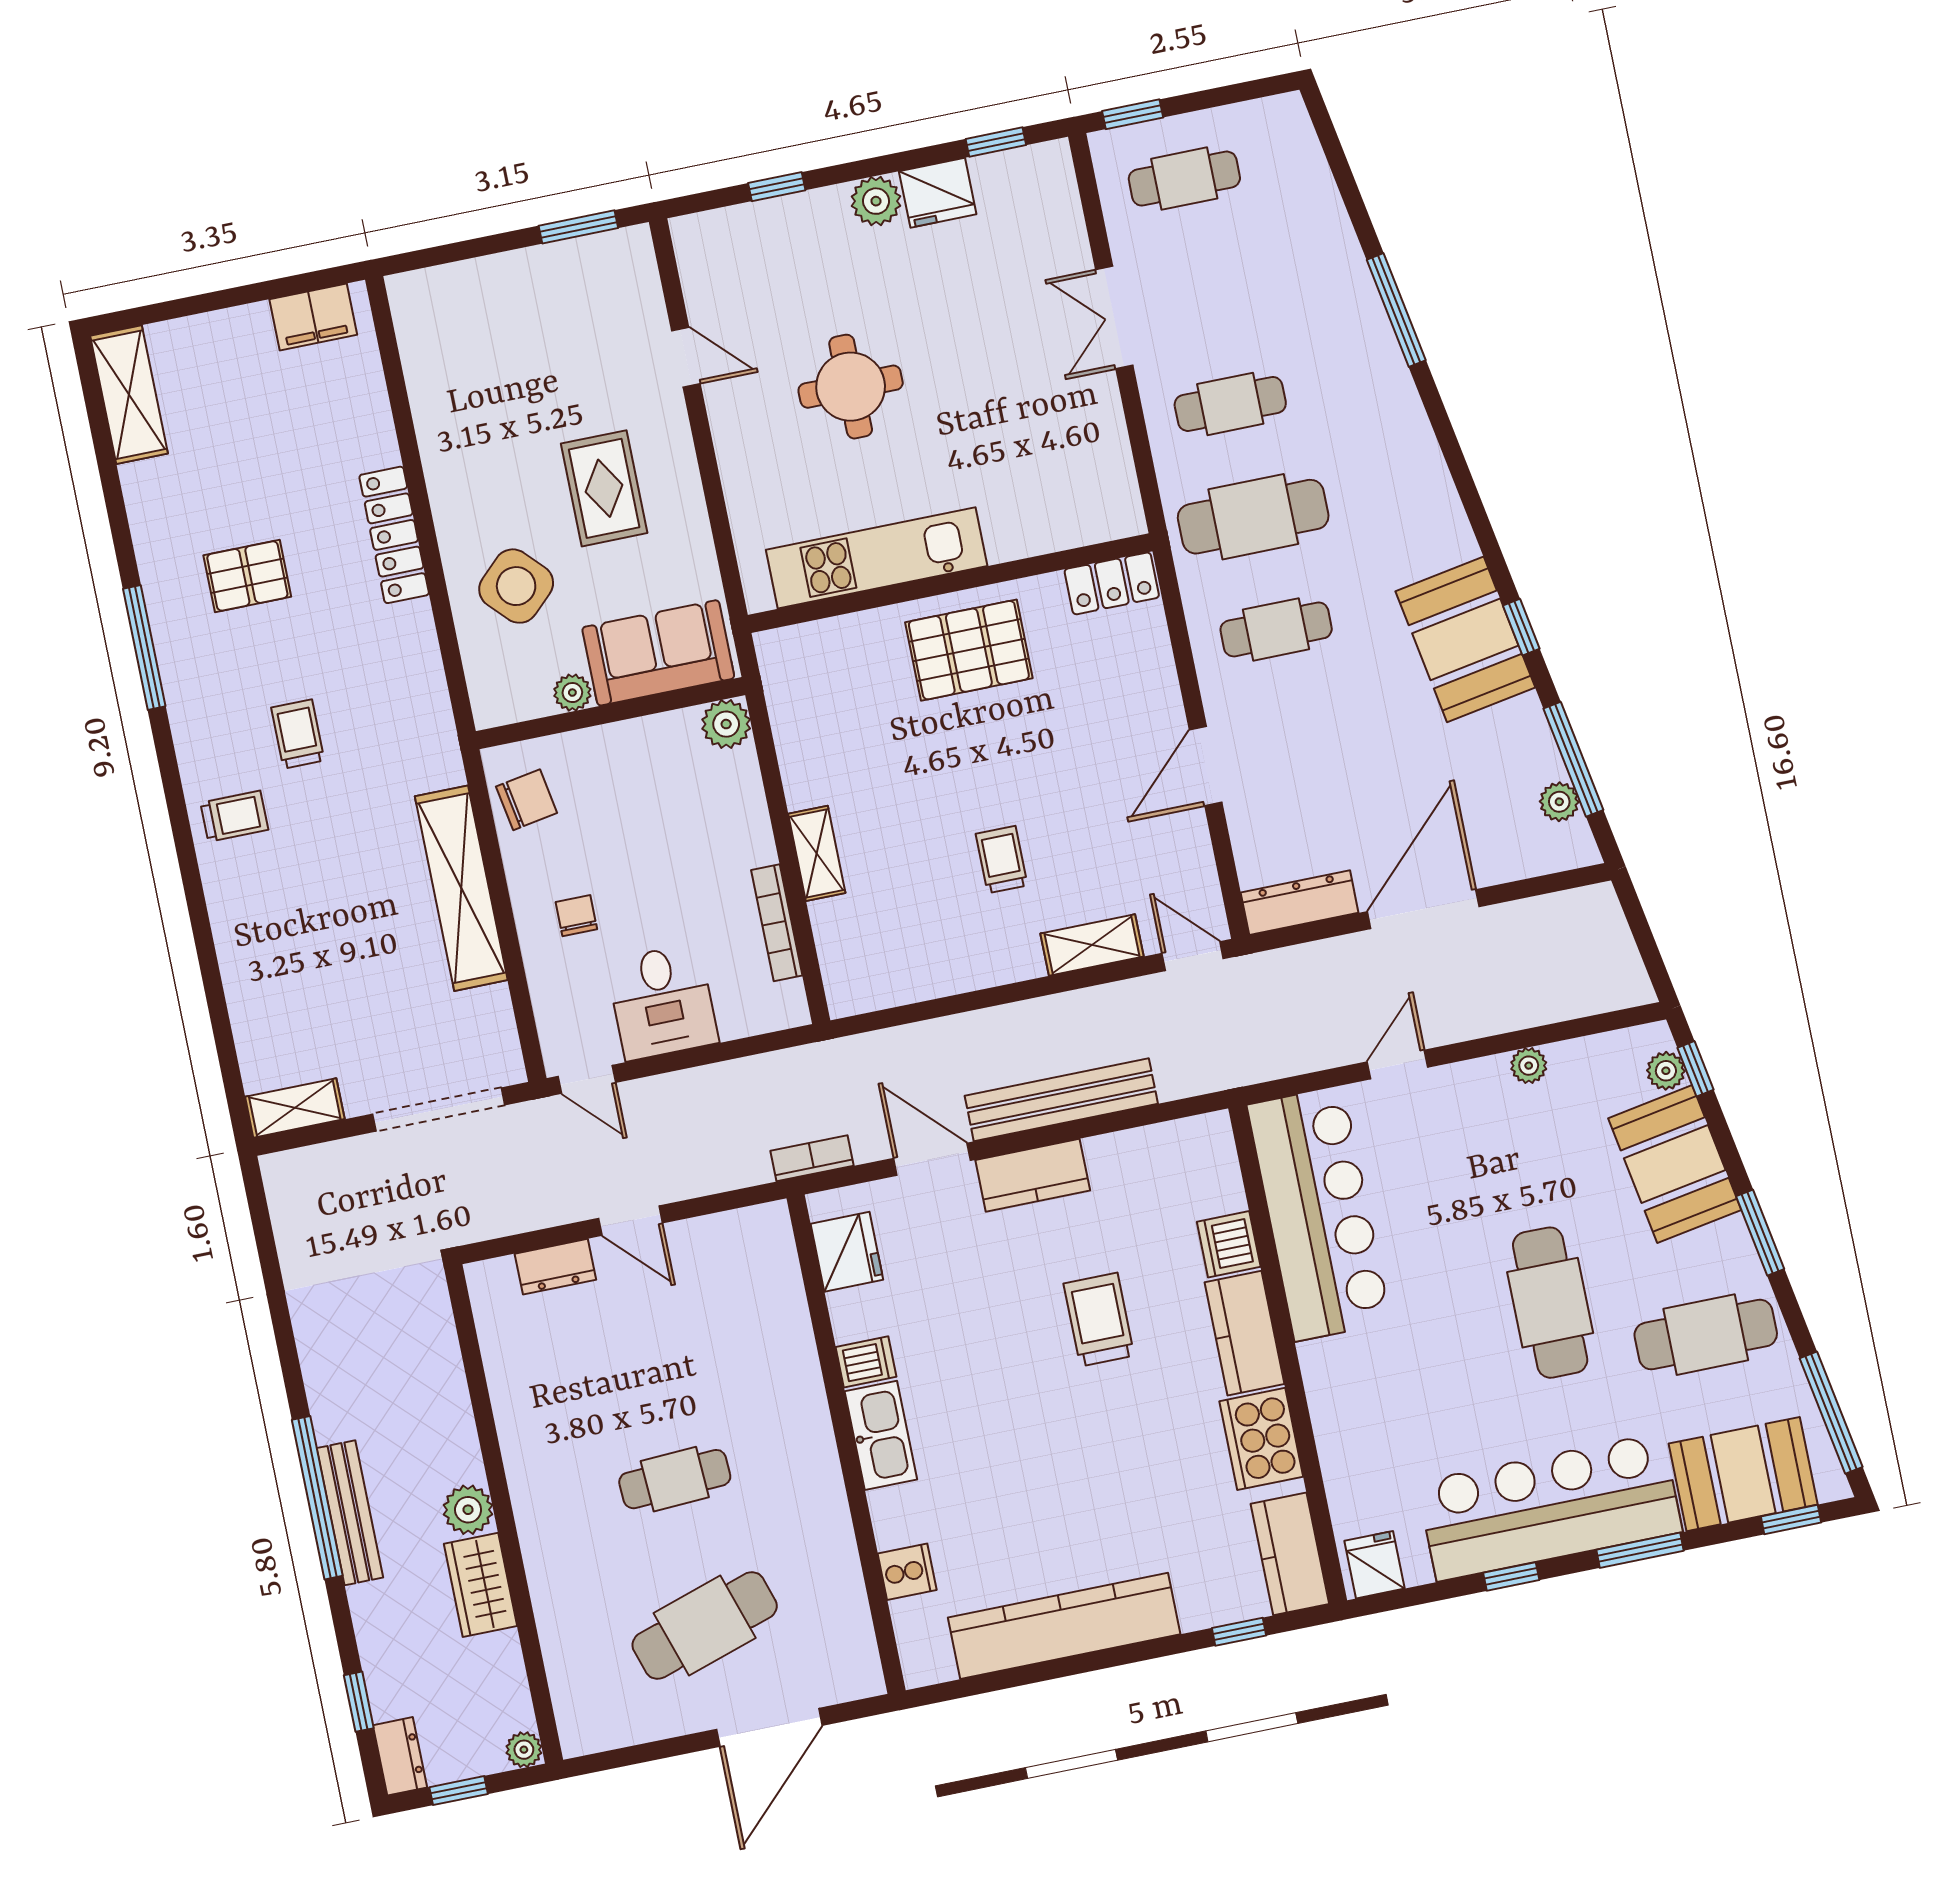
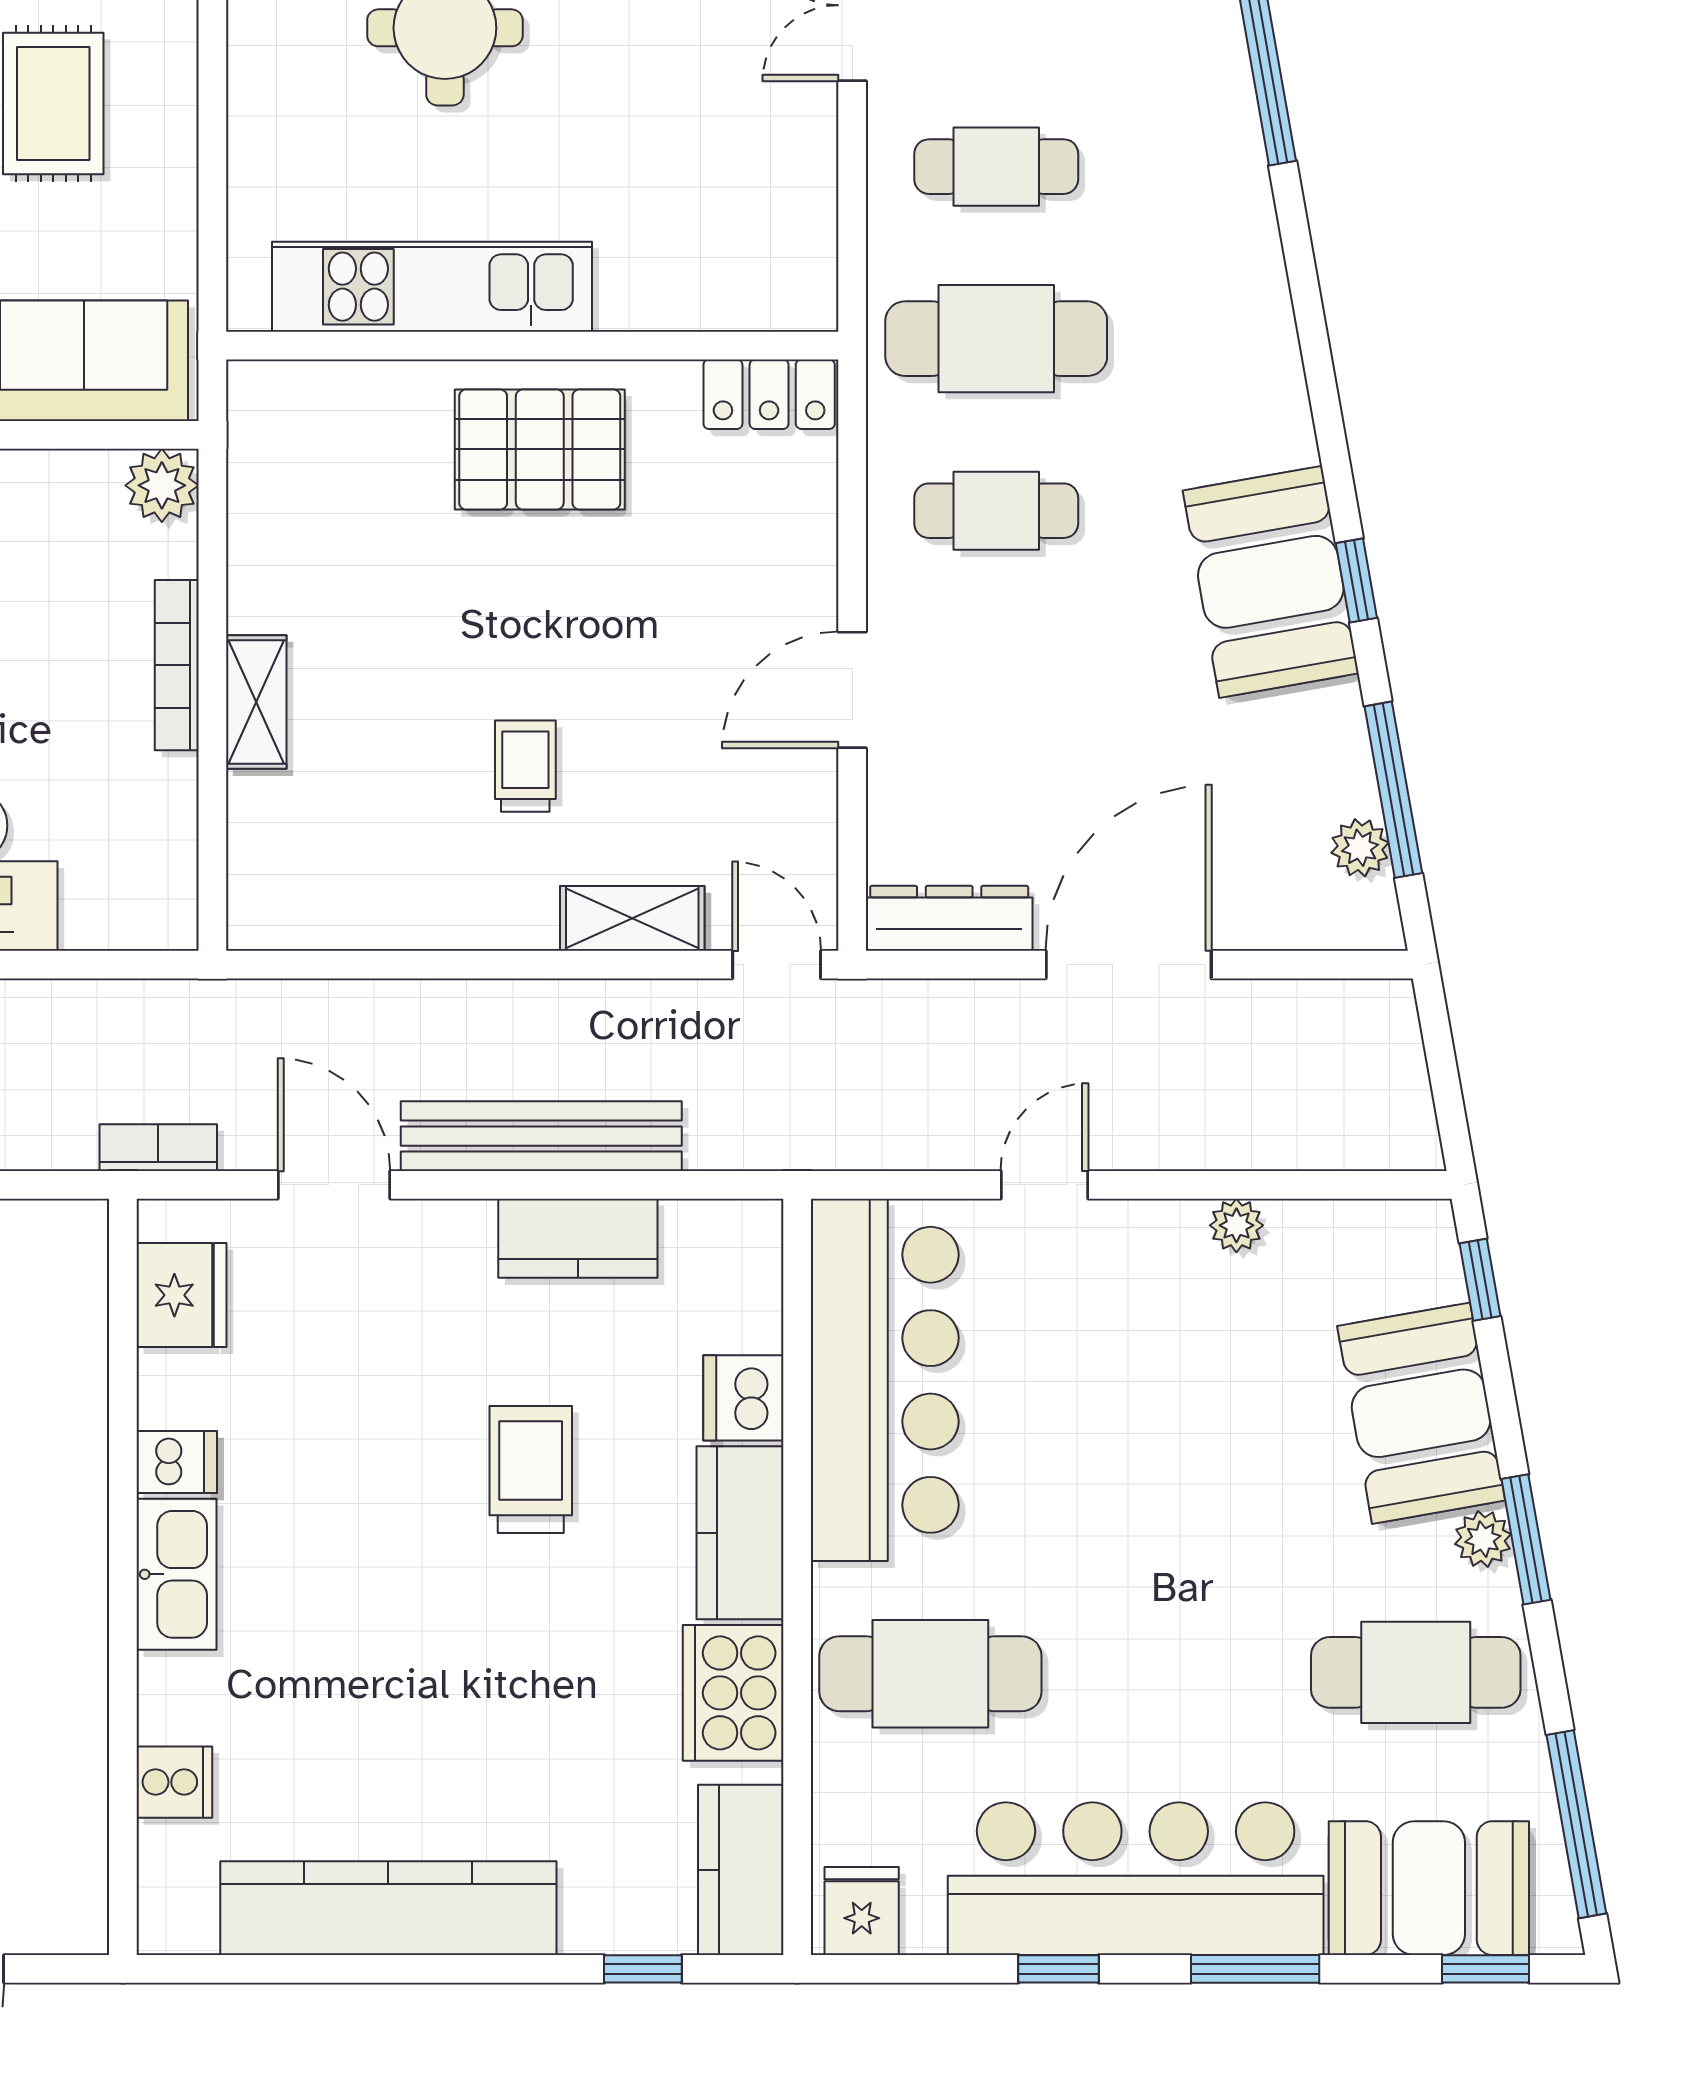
bookcase: (777, 923) -> (177, 665), moved
plant: (1666, 1071) -> (1483, 1539), moved
kitchen counter: (1033, 1175) -> (578, 1238), moved
cafe table: (1550, 1303) -> (930, 1674), moved, turned 90

